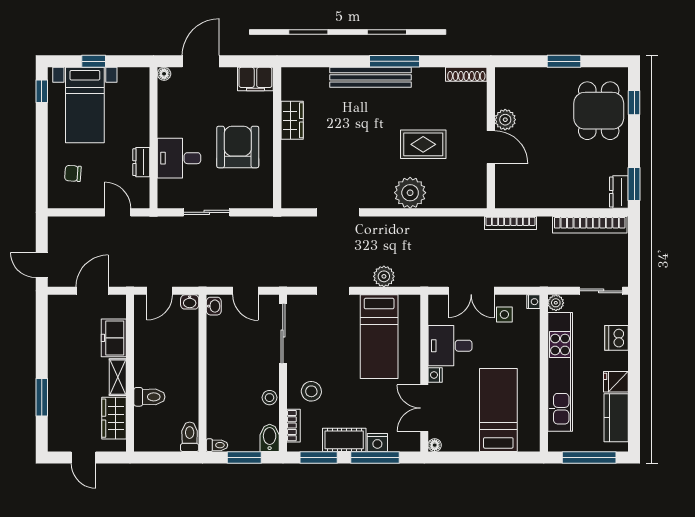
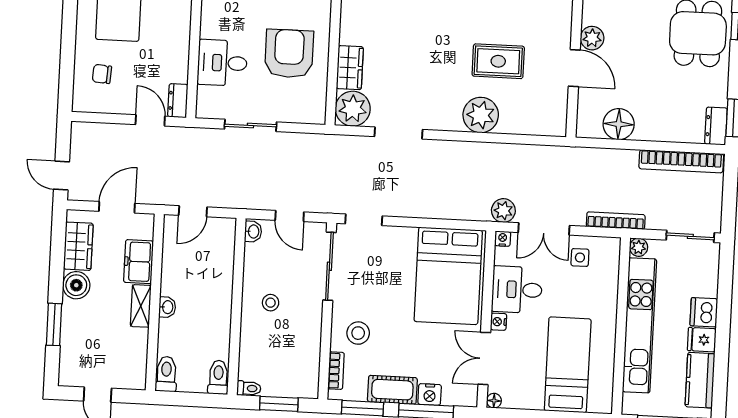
wardrobe: (292, 120) -> (350, 68), moved
dresser: (141, 162) -> (178, 101), moved
plant: (297, 193) -> (353, 109), added
floor lamp: (533, 195) -> (619, 124), added
bookcase: (510, 223) -> (616, 221), moved, turned 180
plant: (384, 276) -> (503, 211), moved
doorway: (333, 291) -> (364, 220), moved
washbasin: (190, 302) -> (167, 307), moved, turned -90
nightstand: (533, 302) -> (503, 239), moved, turned -90
bed: (379, 337) -> (448, 276), width x1.50
dishwasher: (616, 338) -> (704, 312), moved
boiler: (60, 362) -> (76, 285), added
toilet: (149, 397) -> (166, 374), moved, turned -90
stool: (269, 398) -> (271, 303), moved
wardrobe: (114, 418) -> (78, 246), moved, turned 180
bidet: (270, 438) -> (308, 383), removed

